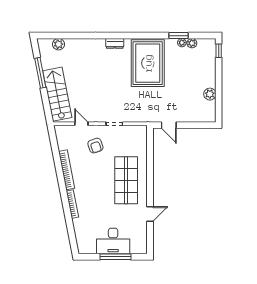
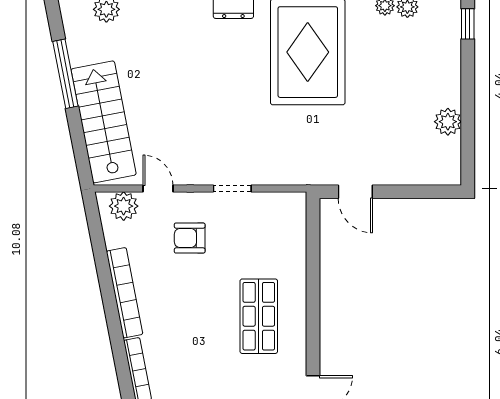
plant: (66, 131) -> (124, 206), added
armchair: (95, 146) -> (190, 238), turned 108
shop shelf: (126, 180) -> (259, 316), width x0.70, depth x0.74

